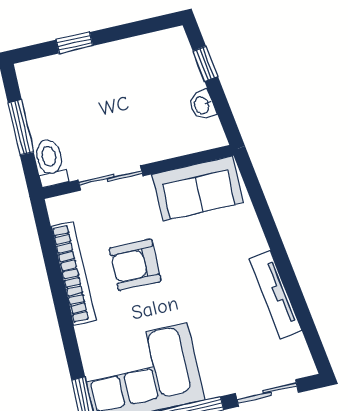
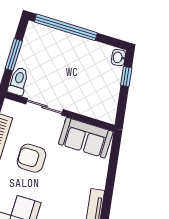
window: (74, 43) -> (66, 27), width x3.17
washbasin: (202, 105) -> (118, 58), moved

